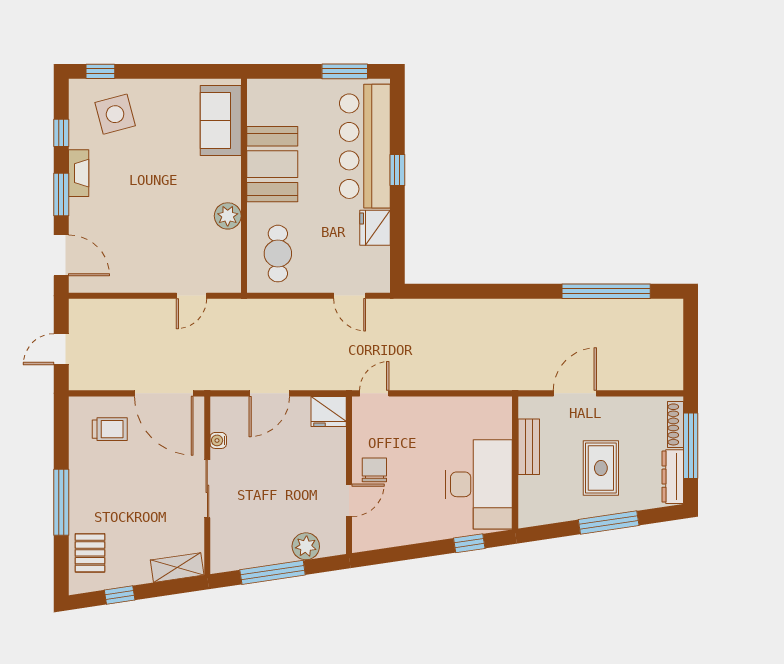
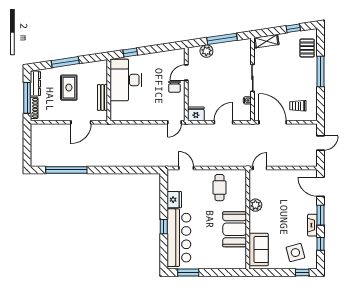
sofa: (221, 121) -> (259, 250), moved
booth: (272, 164) -> (235, 229), moved
wall: (244, 186) -> (248, 219), moved
plant: (228, 216) -> (255, 205), moved

